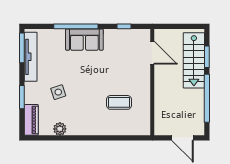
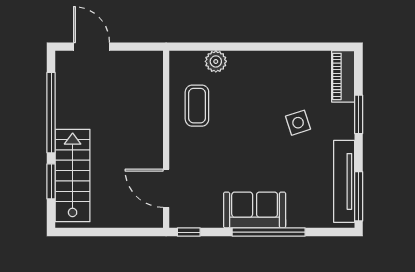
door: (152, 53) -> (166, 188), moved
wall: (152, 82) -> (166, 139), moved
coffee table: (119, 102) -> (197, 106), turned 90
plant: (60, 129) -> (216, 61), moved

